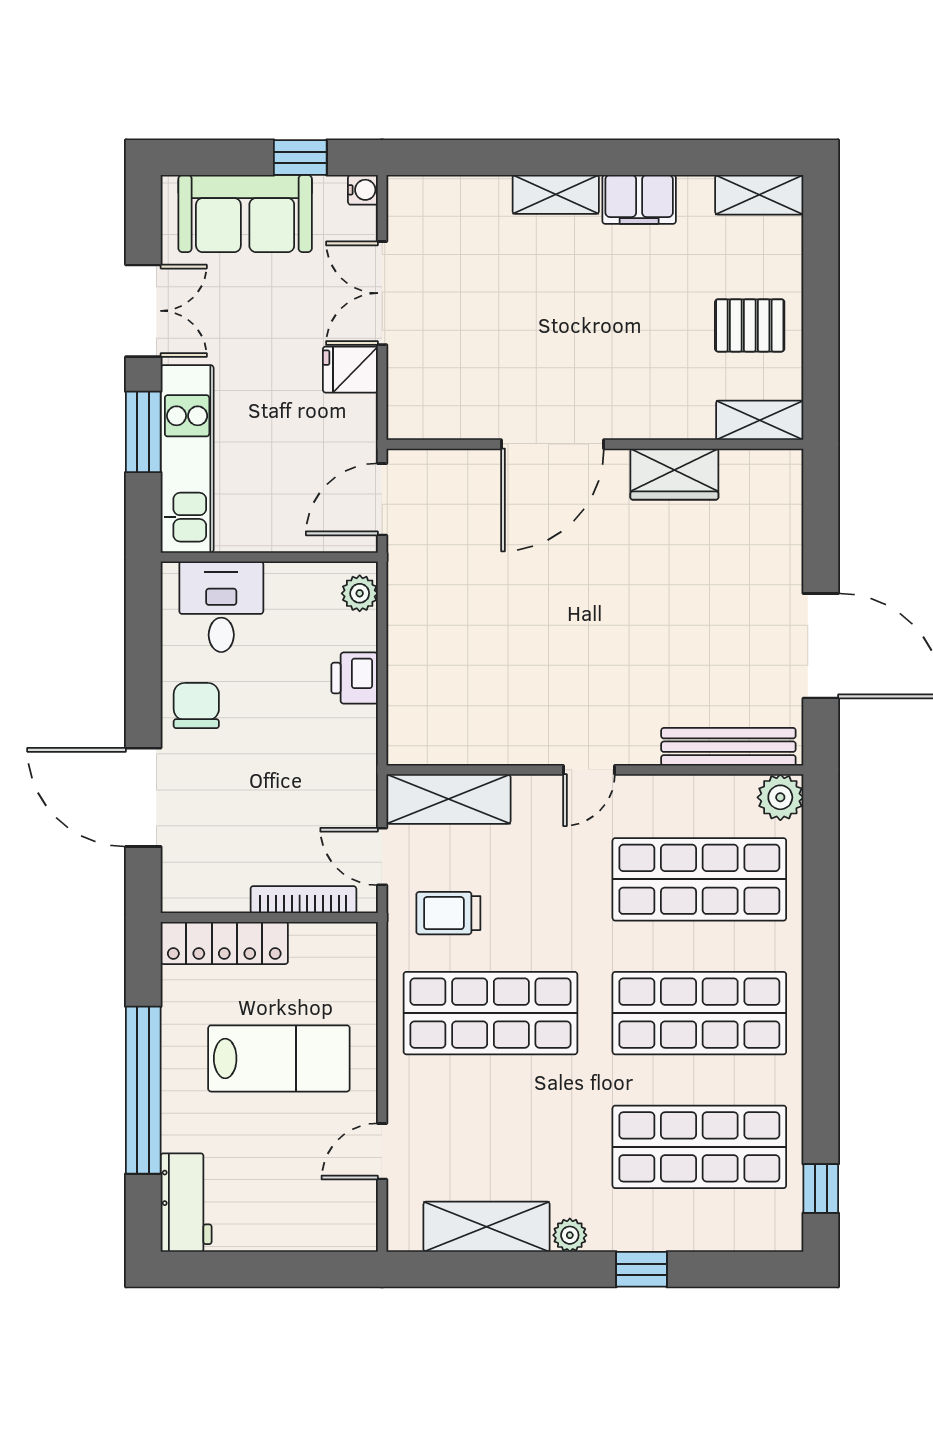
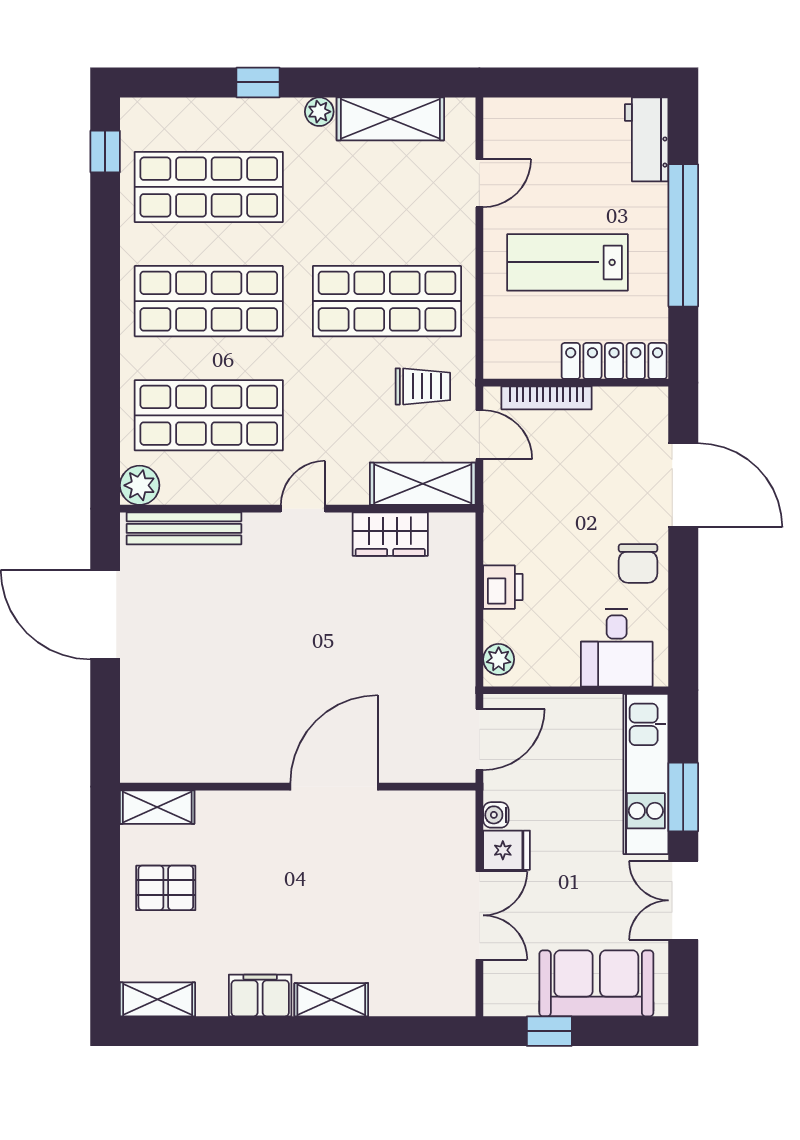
water cooler: (363, 190) -> (496, 815), moved
wardrobe: (674, 474) -> (390, 534), moved, turned 180

